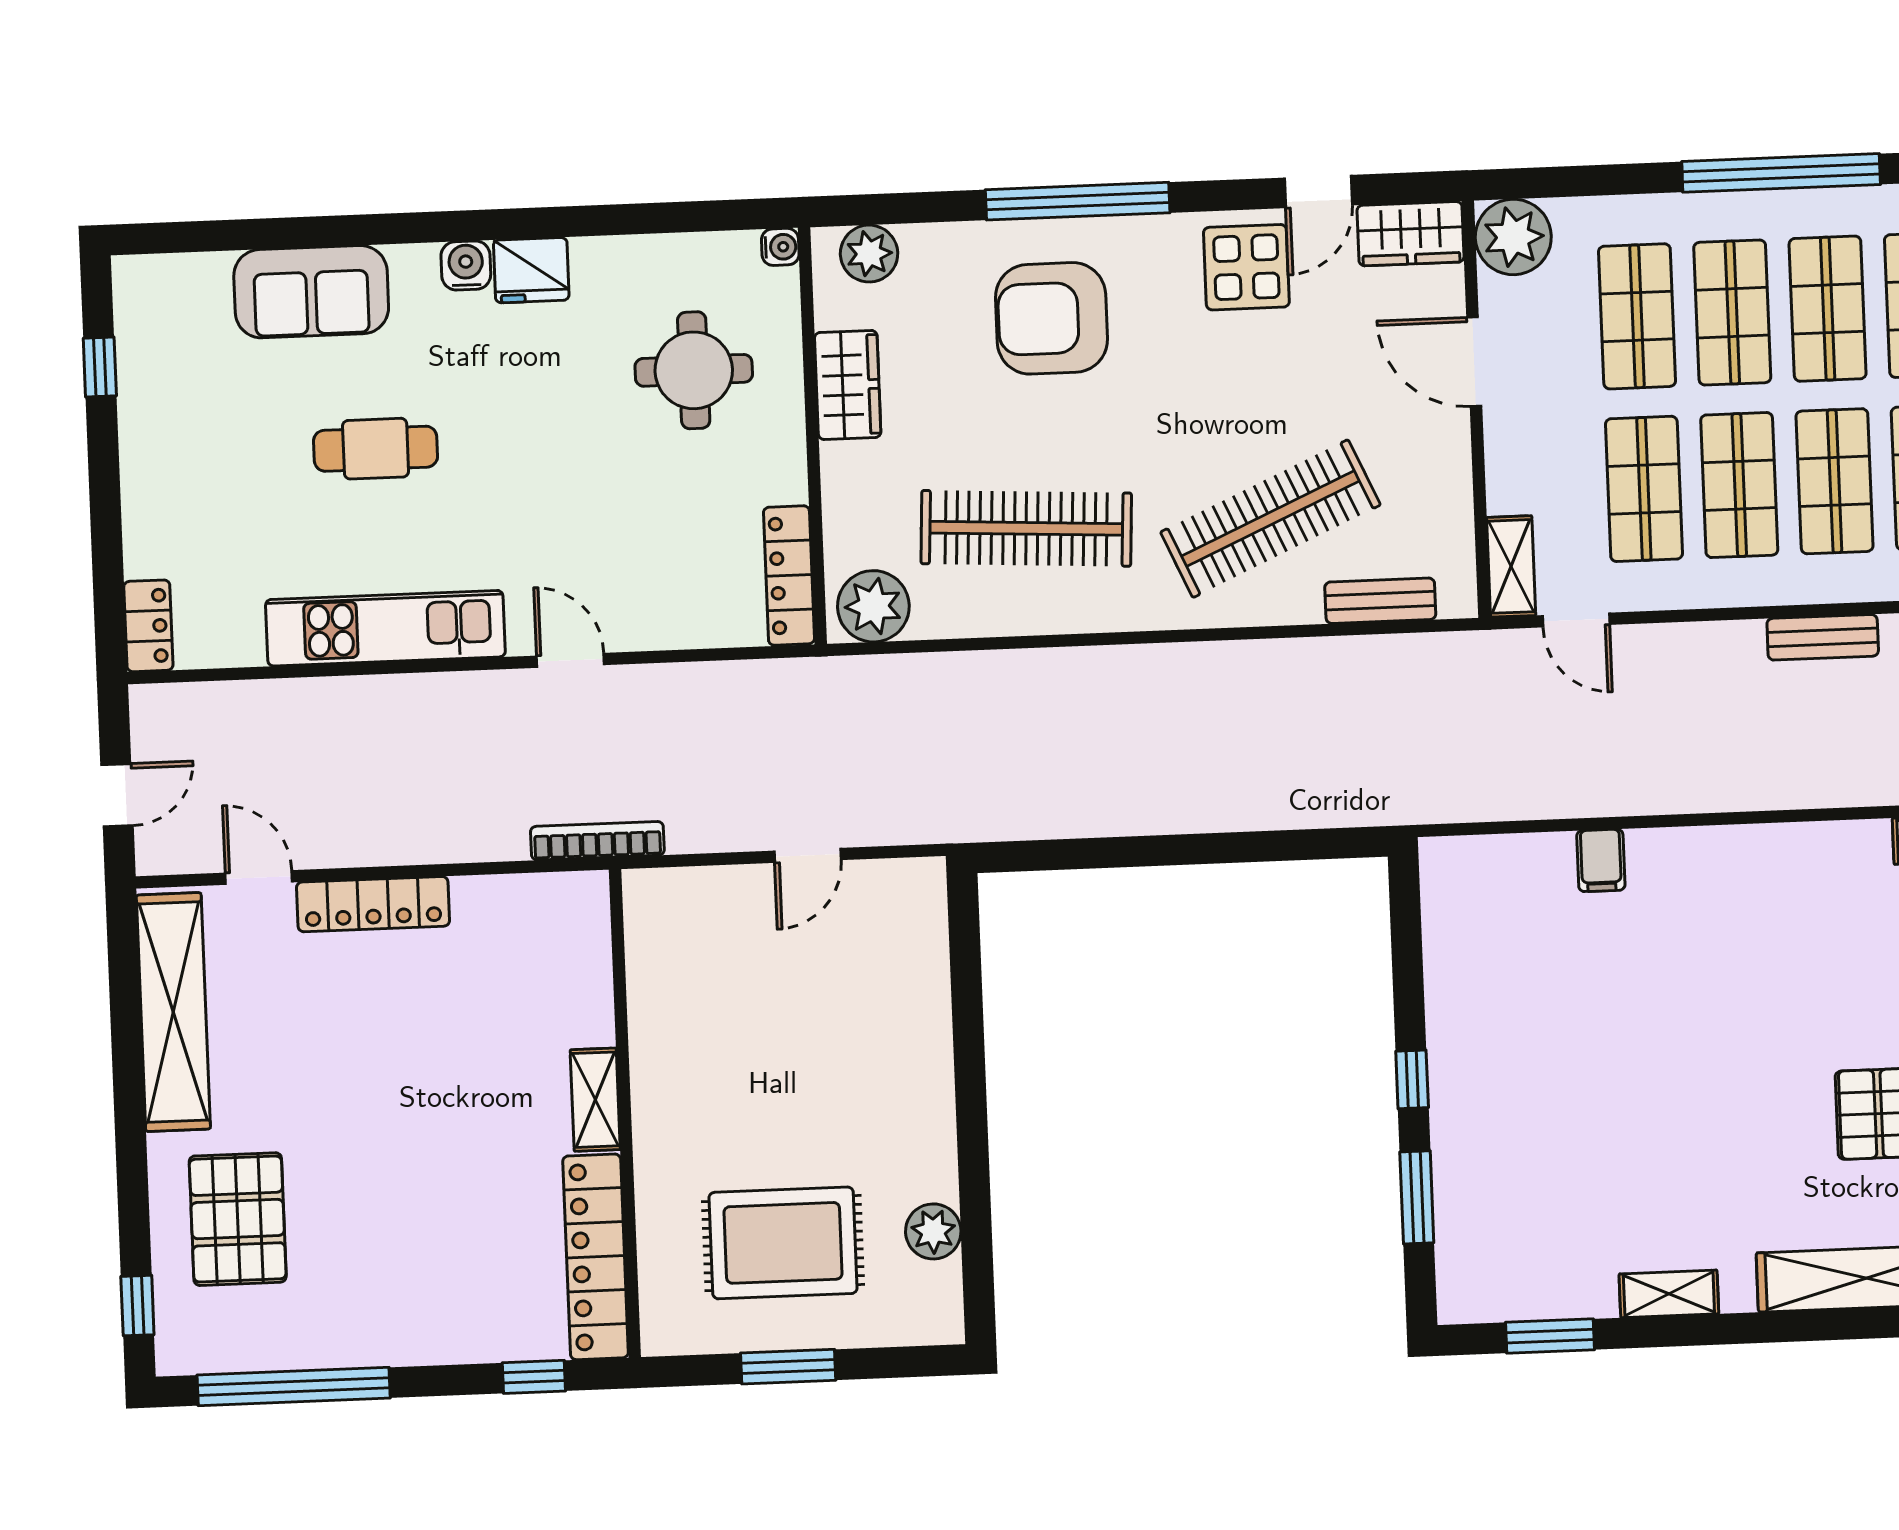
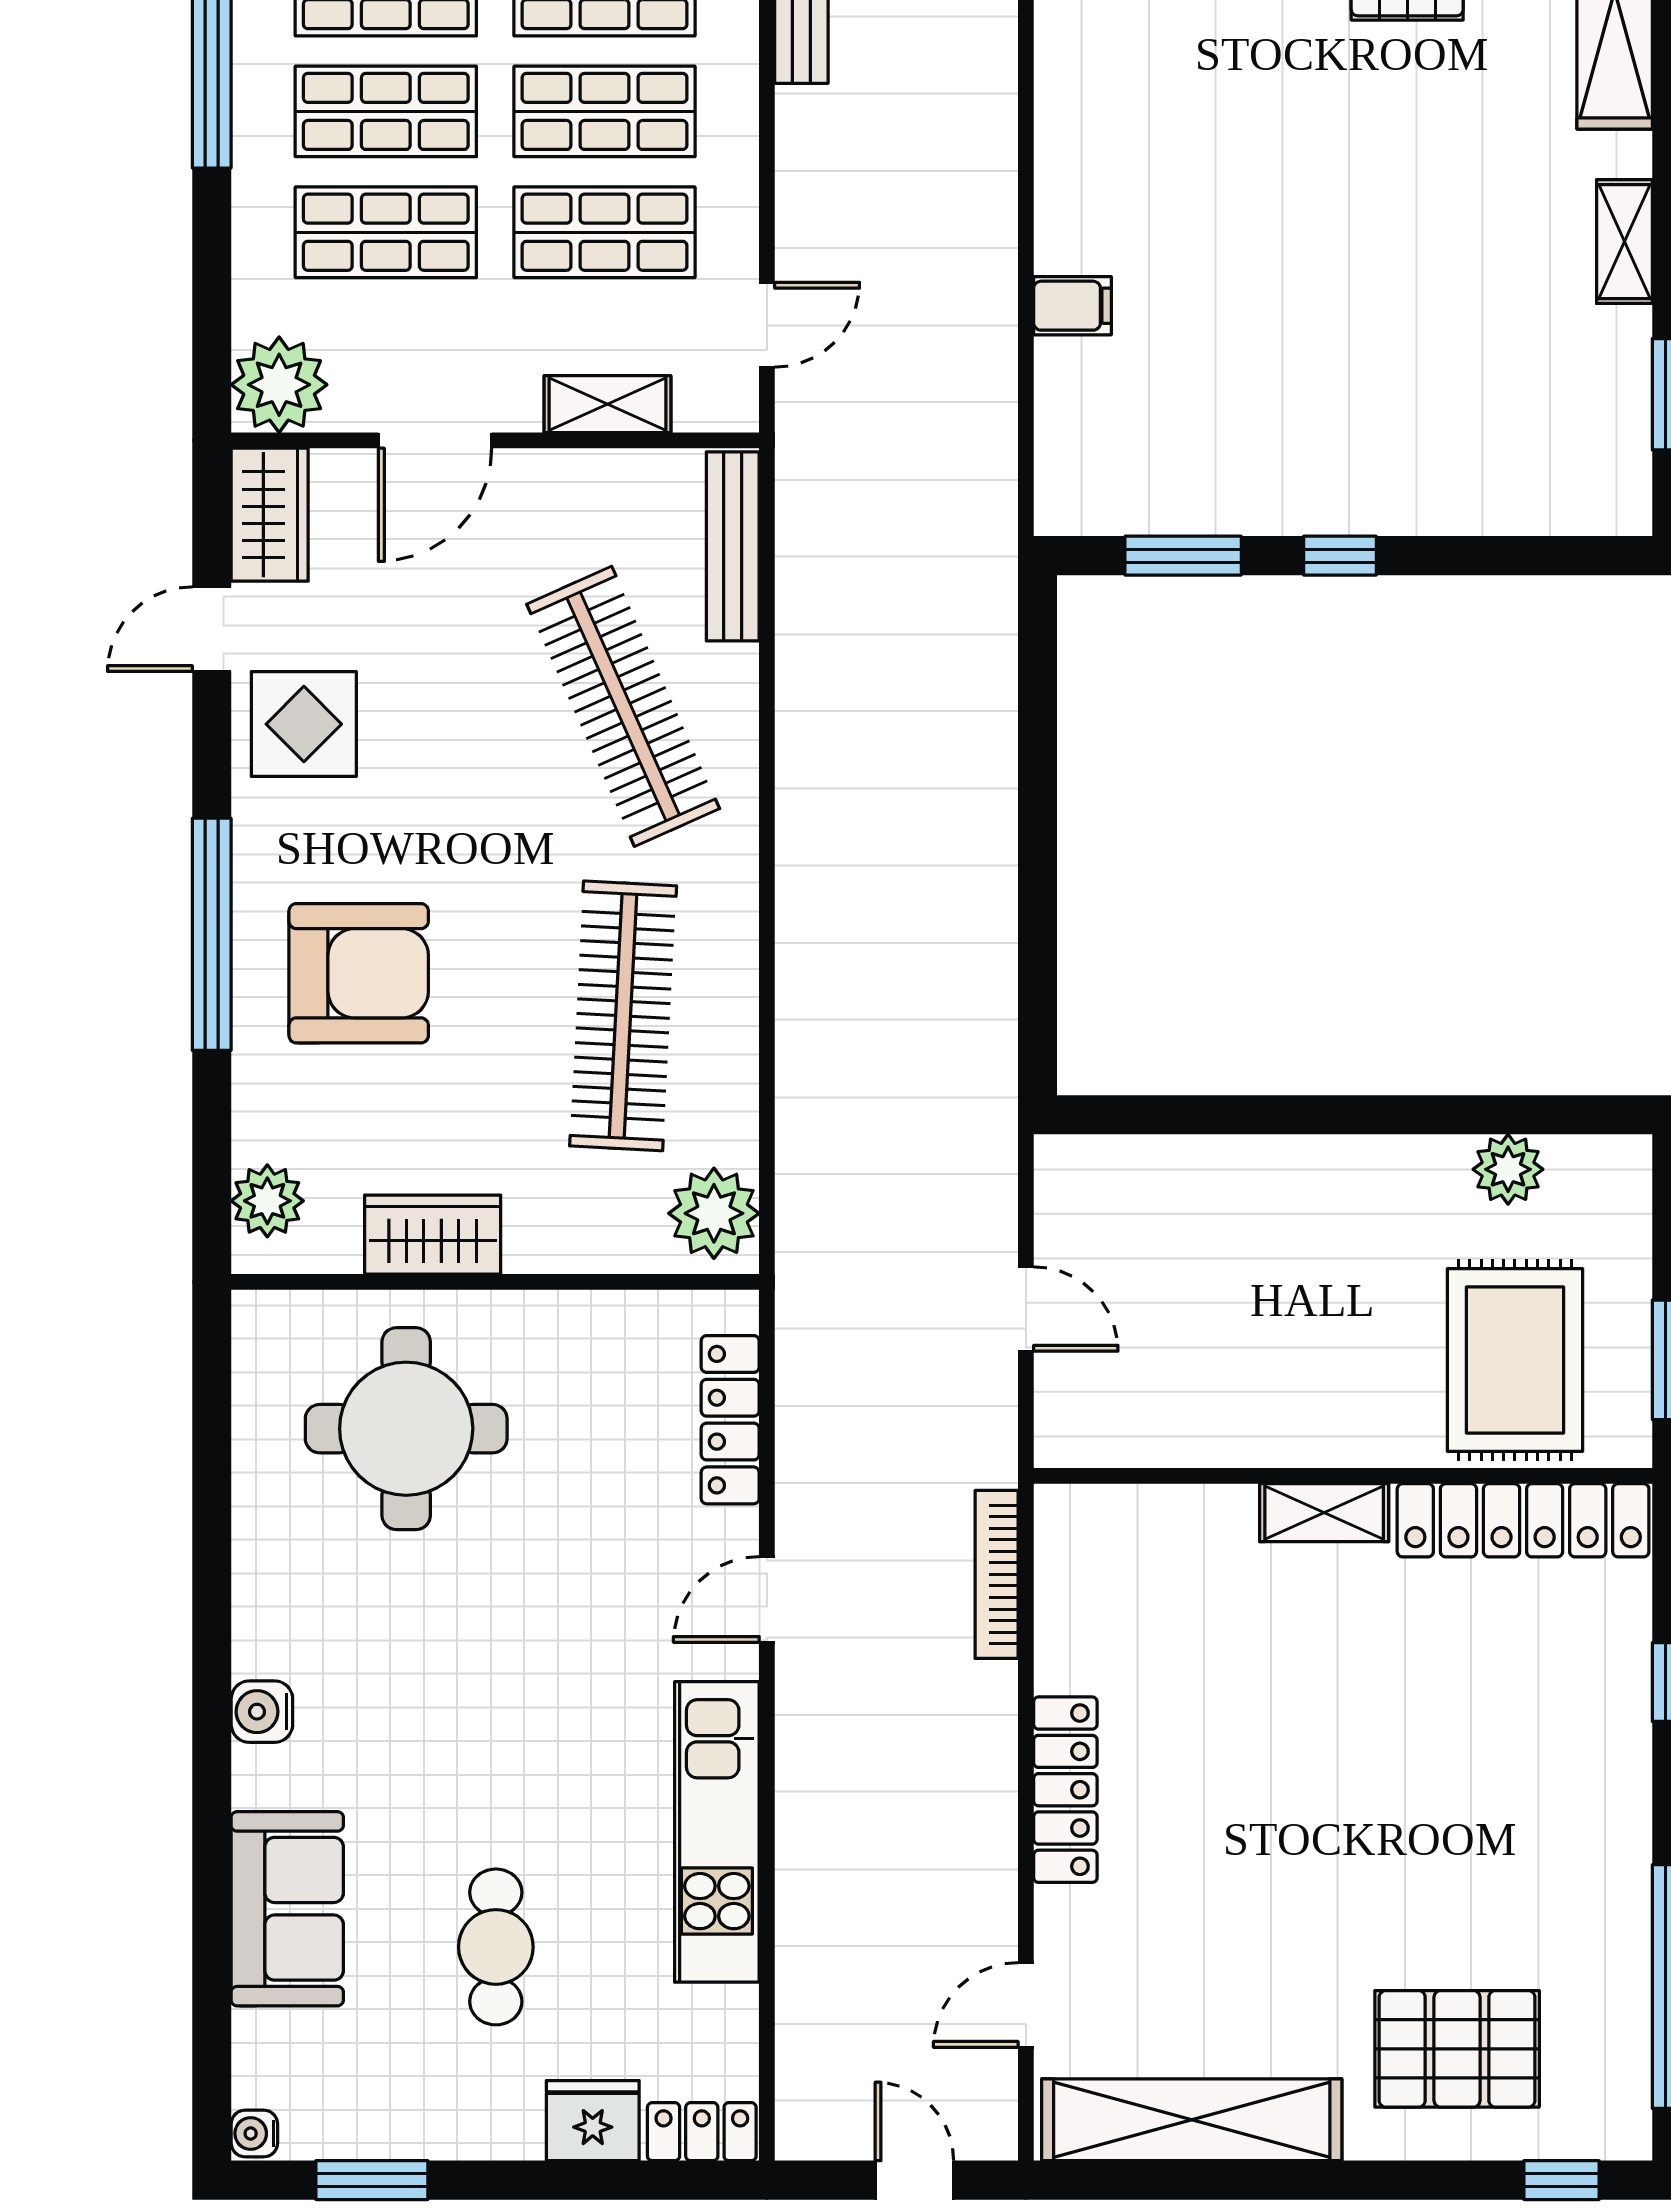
door: (1318, 192) -> (212, 629), swing flipped
water cooler: (780, 247) -> (254, 2133), moved, turned -90
fridge: (531, 270) -> (593, 2121), moved, turned -90
armchair: (1051, 318) -> (359, 973), turned -90
window: (100, 367) -> (372, 2180), width x1.50
round table: (694, 370) -> (406, 1429), width x1.36, depth x1.36
cafe table: (376, 449) -> (496, 1947), moved
shelving: (1511, 566) -> (607, 404), moved
locker: (789, 576) -> (730, 1420), moved, turned 90
bench: (1380, 601) -> (733, 546), width x1.36
locker: (373, 904) -> (1065, 1790), moved
shelving: (595, 1100) -> (1324, 1513), moved
wall: (625, 1113) -> (1343, 1476), moved
window: (1417, 1197) -> (1183, 556), moved
locker: (596, 1257) -> (1523, 1520), moved

